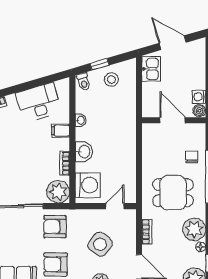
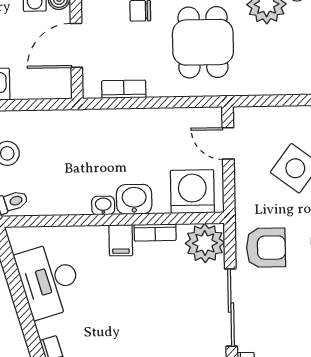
washbasin: (81, 120) -> (103, 205), moved
filing cabinet: (61, 131) -> (121, 240), moved
armchair: (55, 227) -> (266, 248), turned -90
bookcase: (147, 232) -> (124, 89), moved

